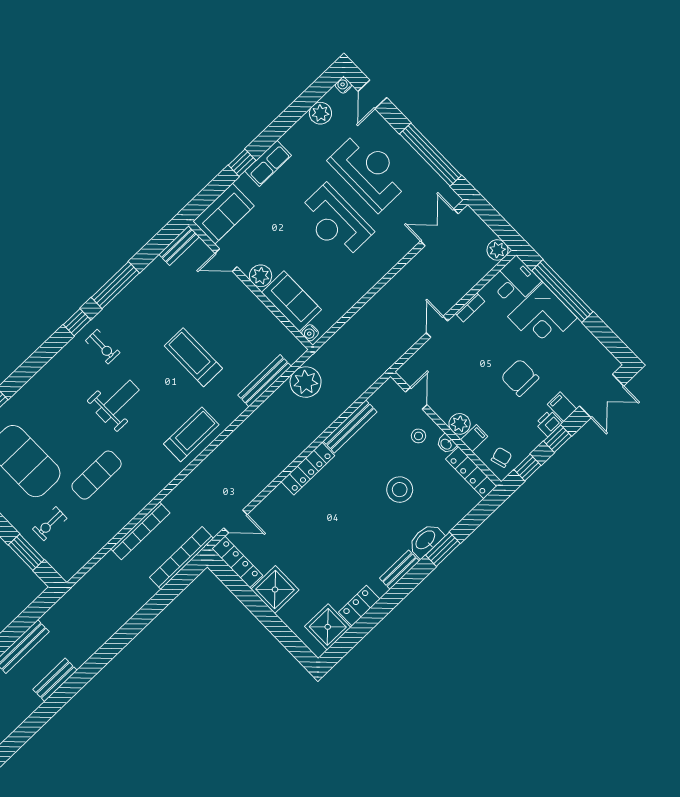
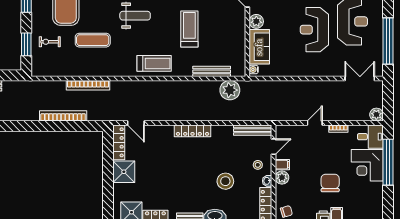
bench: (350, 426) -> (253, 130), moved
filing cabinet: (474, 438) -> (282, 165), moved
bookcase: (181, 558) -> (63, 116), moved

